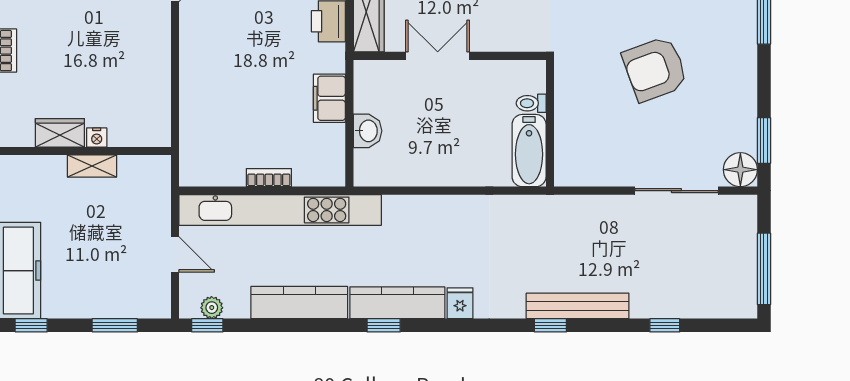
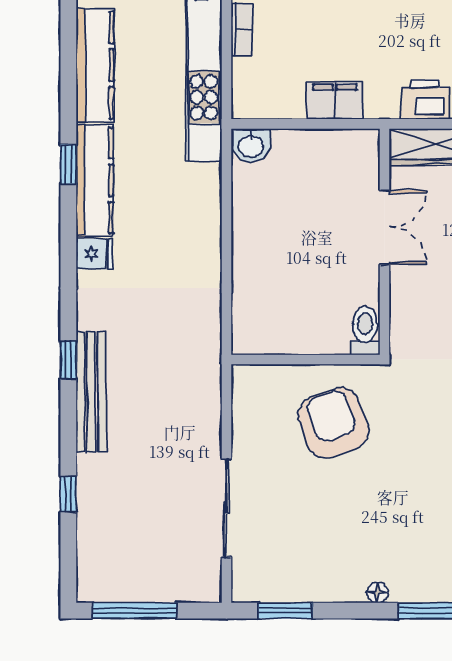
armchair: (655, 69) -> (333, 423), moved
toilet: (531, 103) -> (365, 331), moved, width x1.37, depth x1.39
washbasin: (368, 131) -> (251, 145), moved
bathtub: (529, 151) -> (273, 335), removed
floor lamp: (740, 170) -> (377, 592), moved, width x0.53, depth x0.53

